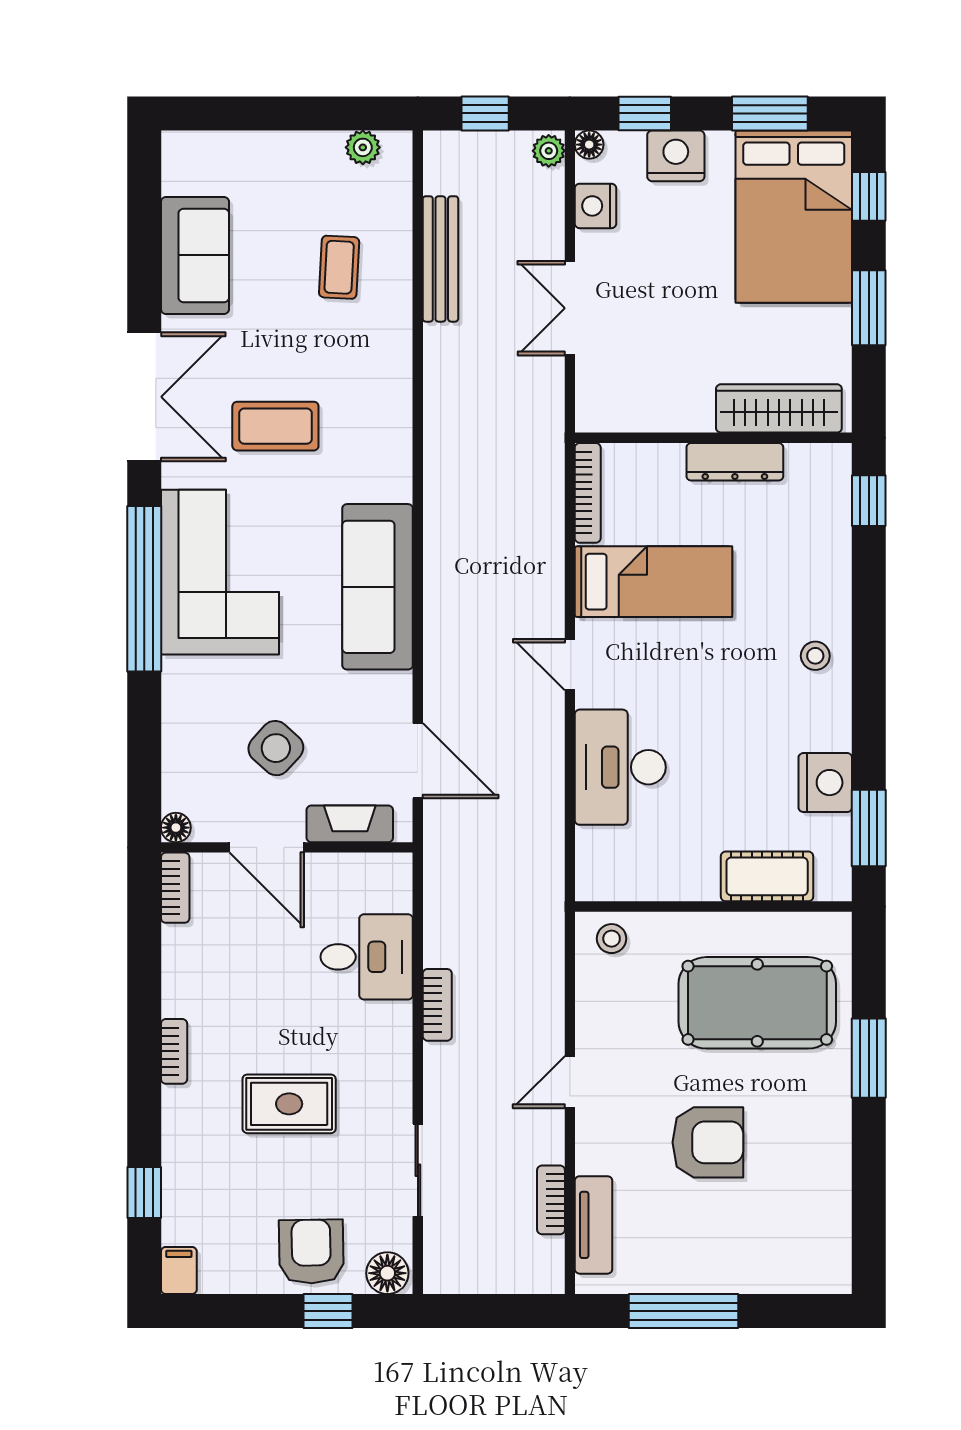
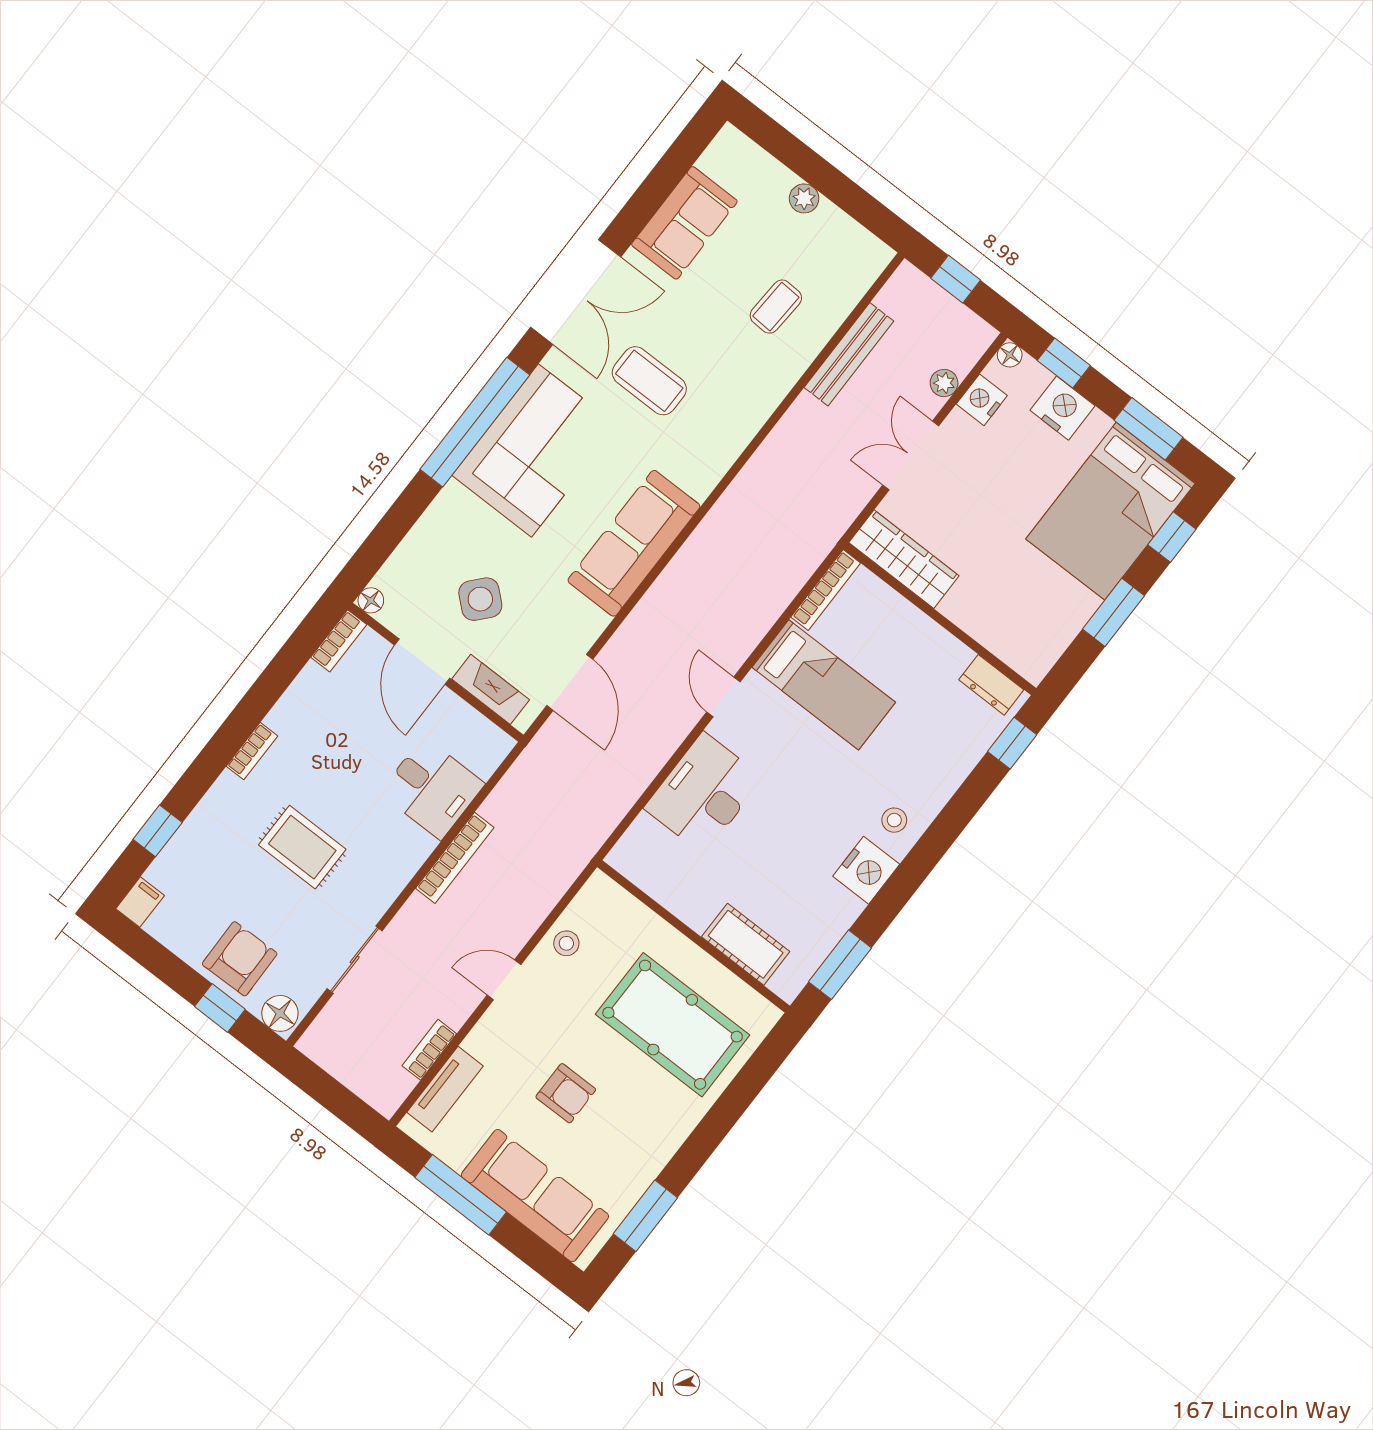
plant: (363, 147) -> (804, 198), moved
plant: (549, 151) -> (944, 383), moved
wardrobe: (779, 408) -> (904, 559), moved
dresser: (735, 462) -> (991, 685), moved, width x0.70
nightstand: (825, 783) -> (866, 870), moved
stool: (612, 939) -> (566, 943), moved
bookcase: (437, 1005) -> (455, 858), width x1.56
window: (869, 1058) -> (645, 1216), moved
armchair: (708, 1142) -> (566, 1093), width x0.72, depth x0.72
sofa: (753, 1259) -> (535, 1196), added

